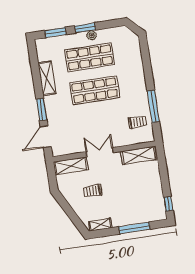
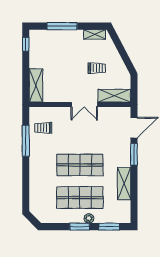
plant: (92, 35) -> (89, 218), moved
shelving: (139, 155) -> (36, 85), moved, turned 90

